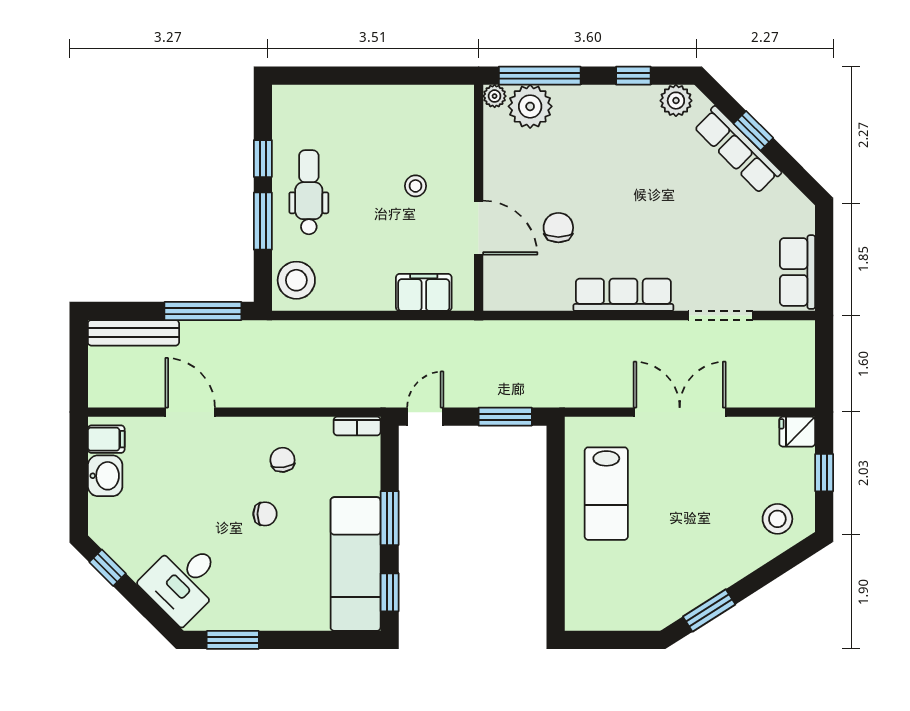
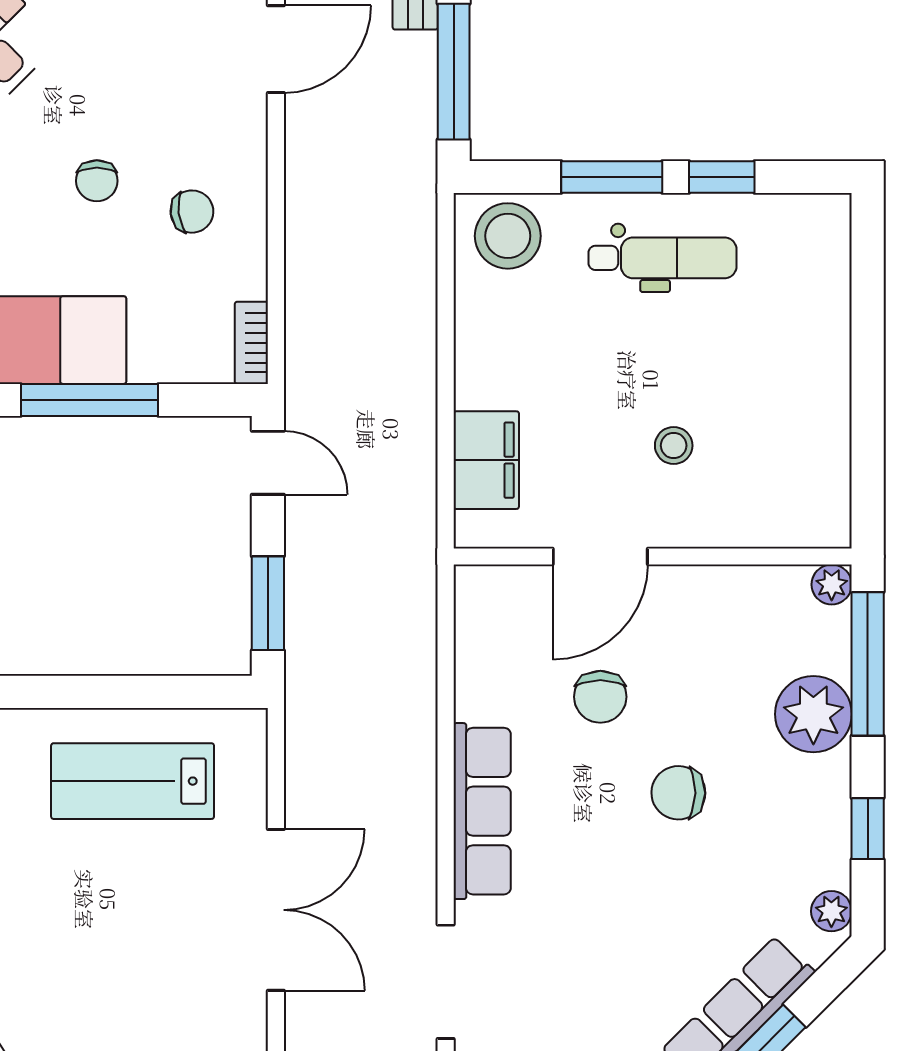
plant: (676, 101) -> (831, 911), width x0.73, depth x0.73
plant: (530, 106) -> (813, 714), moved
chair: (613, 183) -> (678, 793), added
chair: (558, 228) -> (600, 697), turned 90
window: (390, 518) -> (89, 400), width x1.44

